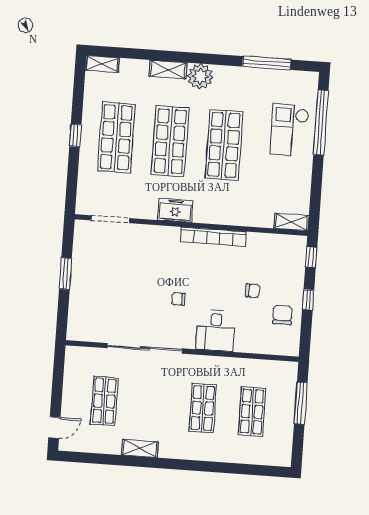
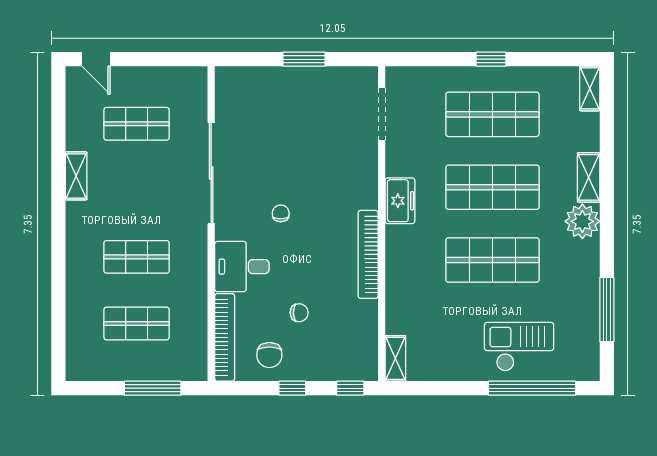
chair: (253, 291) -> (299, 313), turned -92
chair: (282, 315) -> (269, 355), turned 90
bookcase: (267, 347) -> (225, 337), added

